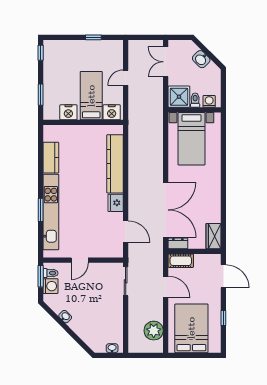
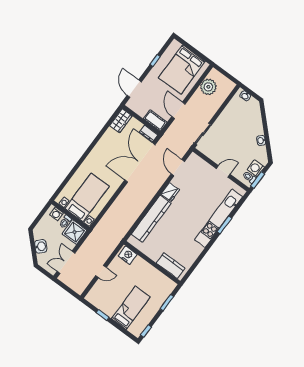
double door: (166, 62) -> (66, 262), swing flipped
bed: (91, 96) -> (131, 308), moved, turned 180
nightstand: (68, 112) -> (157, 277), removed
kitchen counter: (51, 158) -> (171, 266), moved, turned 90

